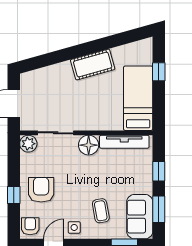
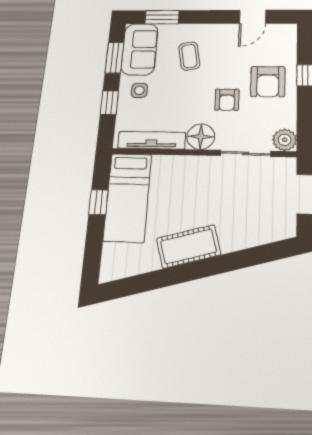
window: (159, 72) -> (98, 202), moved
armchair: (30, 226) -> (227, 100), moved
side table: (74, 227) -> (139, 90), moved

